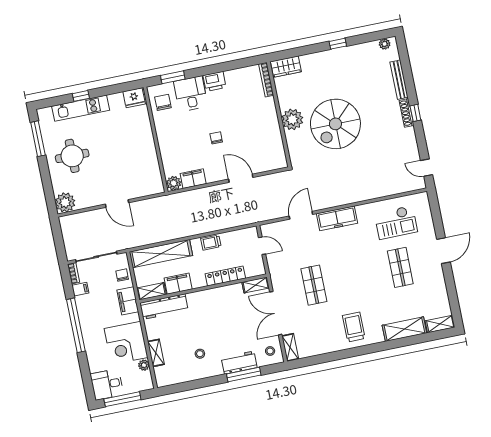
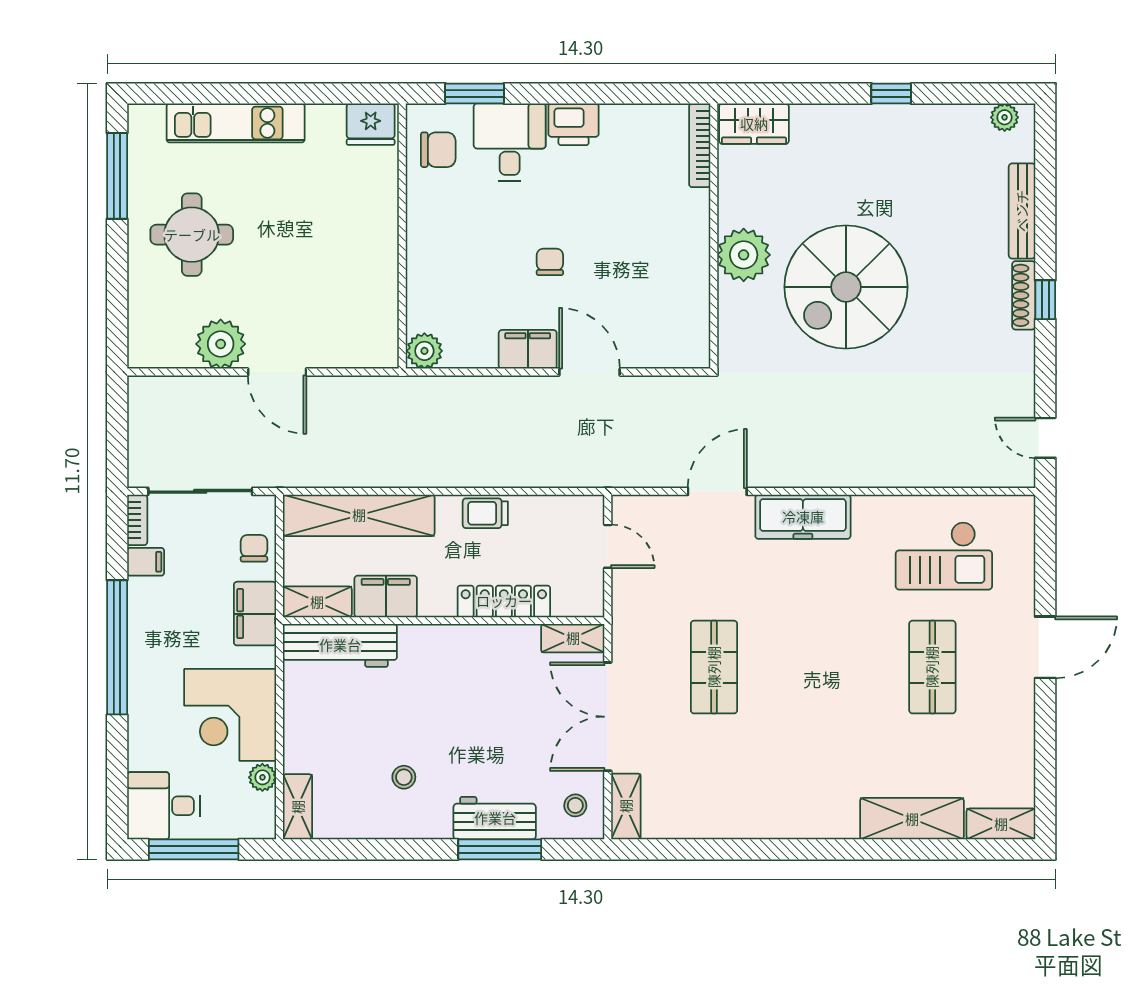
window: (81, 96) -> (242, 94), removed
chair: (163, 102) -> (438, 150), turned 90
filing cabinet: (193, 179) -> (528, 349), moved
plant: (65, 202) -> (221, 344), moved
trolley: (354, 327) -> (790, 788), removed
shelving: (156, 353) -> (298, 807), moved

